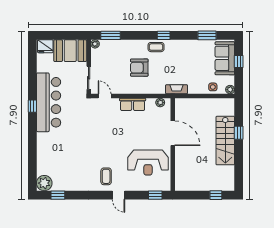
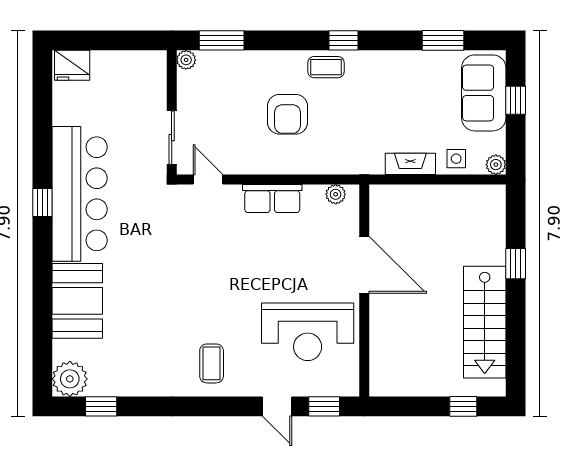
booth: (70, 51) -> (77, 301), moved, turned 90
armchair: (139, 68) -> (288, 114), turned -90
fireplace: (177, 89) -> (410, 164), moved
stairs: (225, 141) -> (485, 322), moved
door: (119, 195) -> (277, 406), moved

